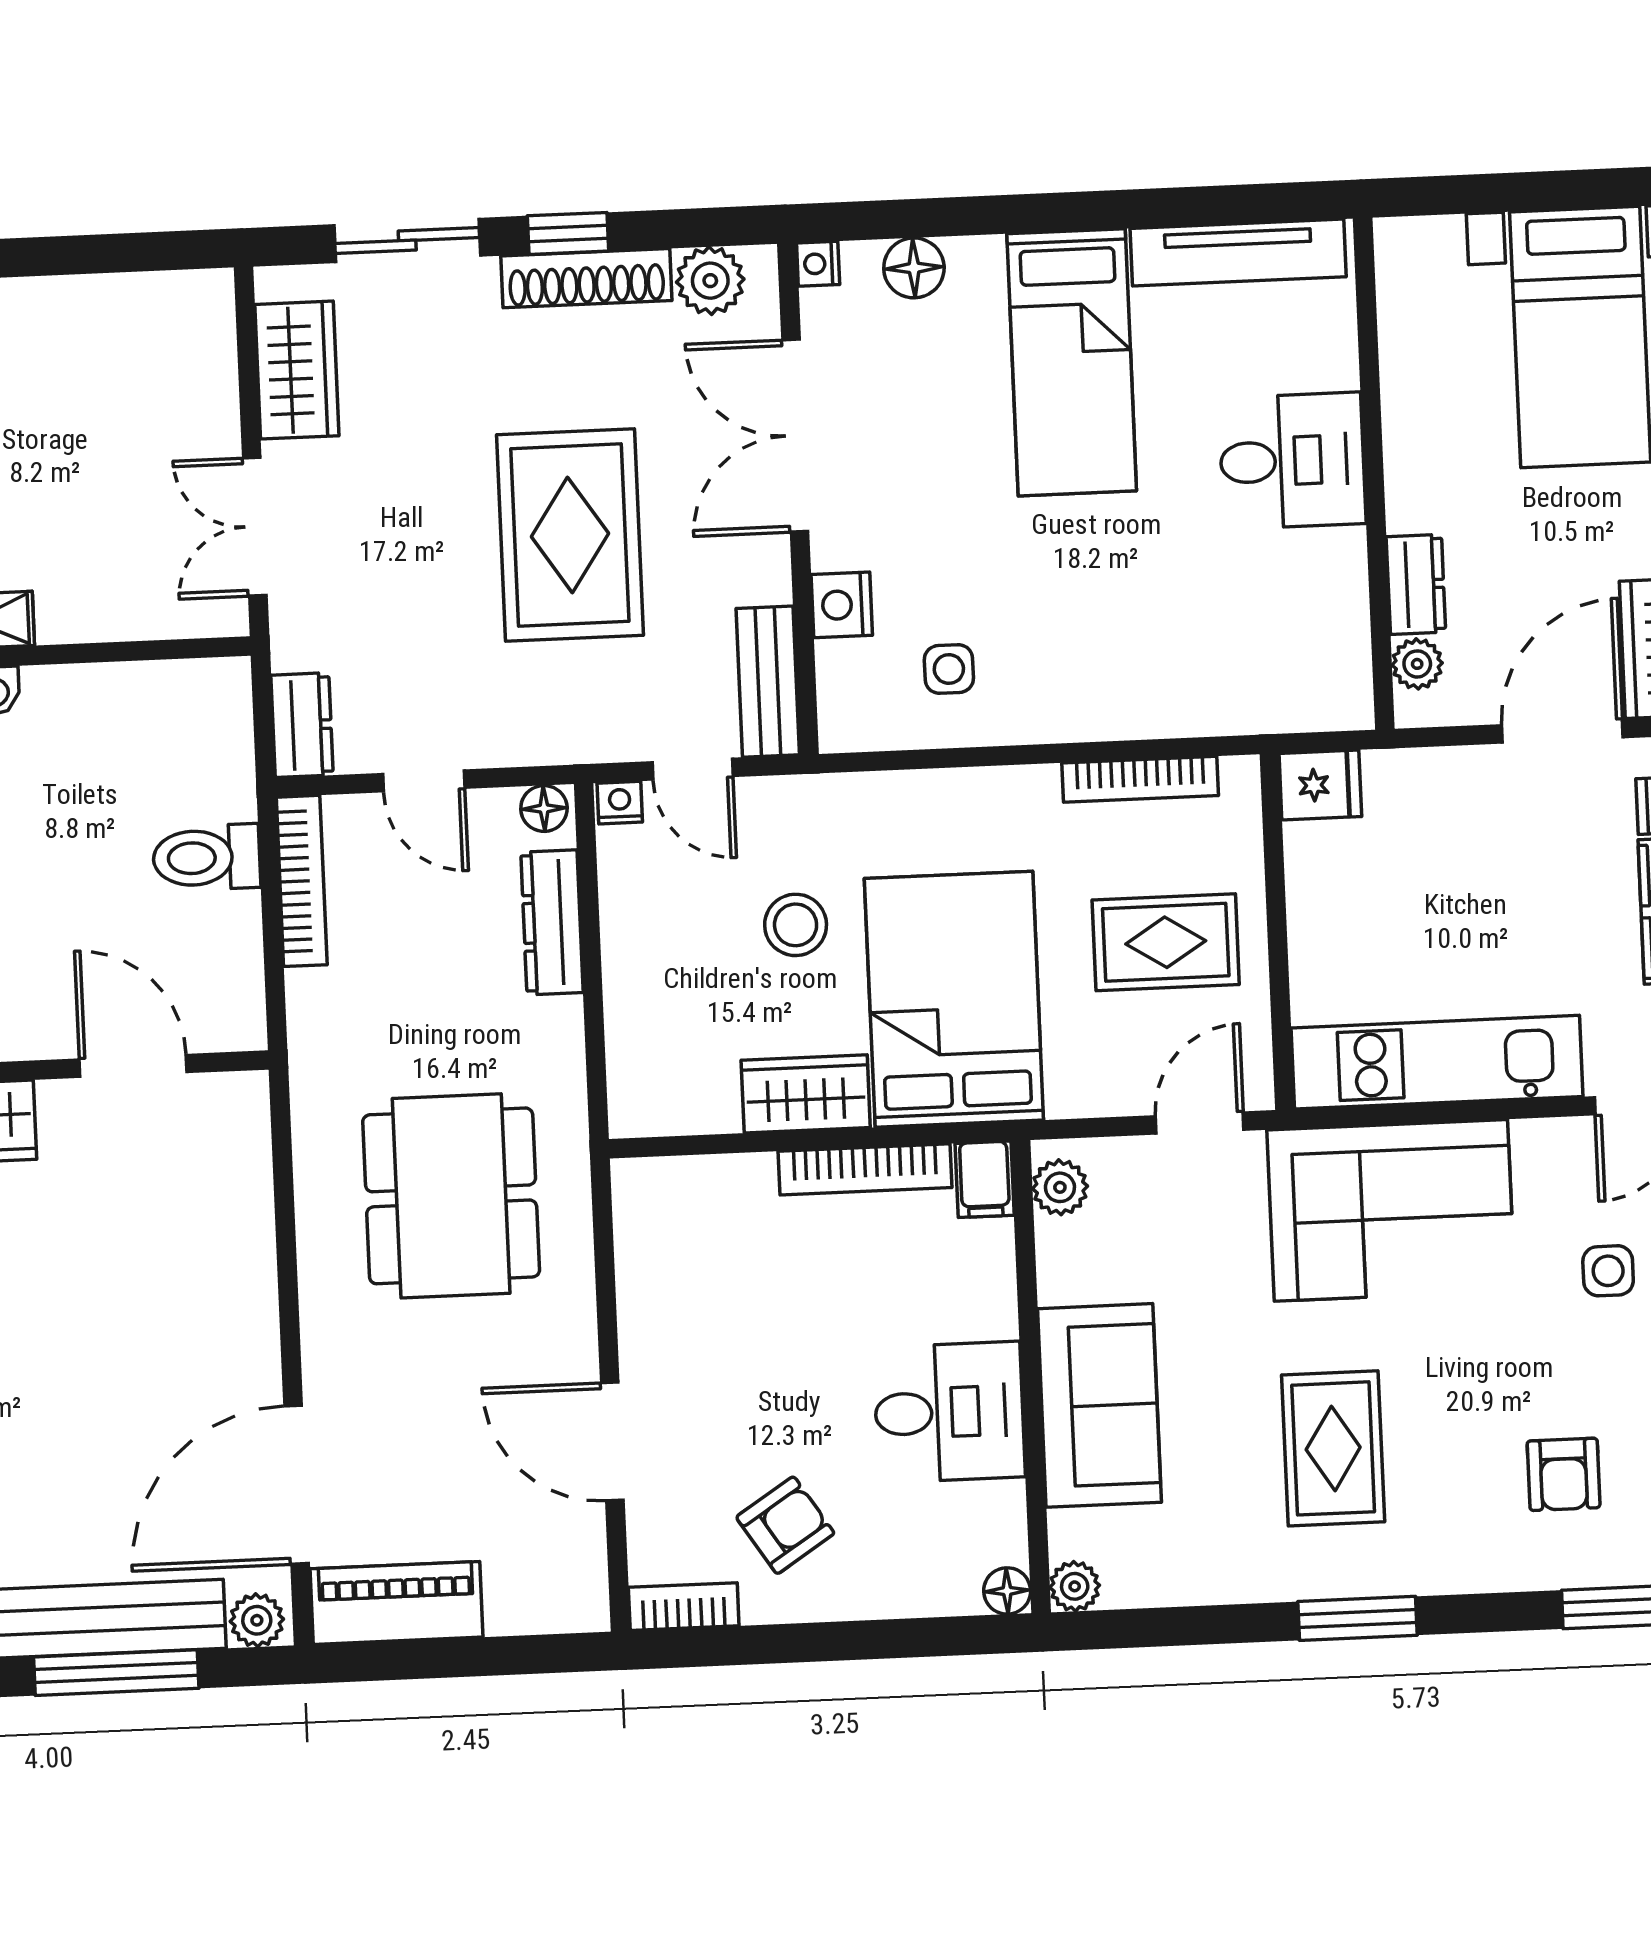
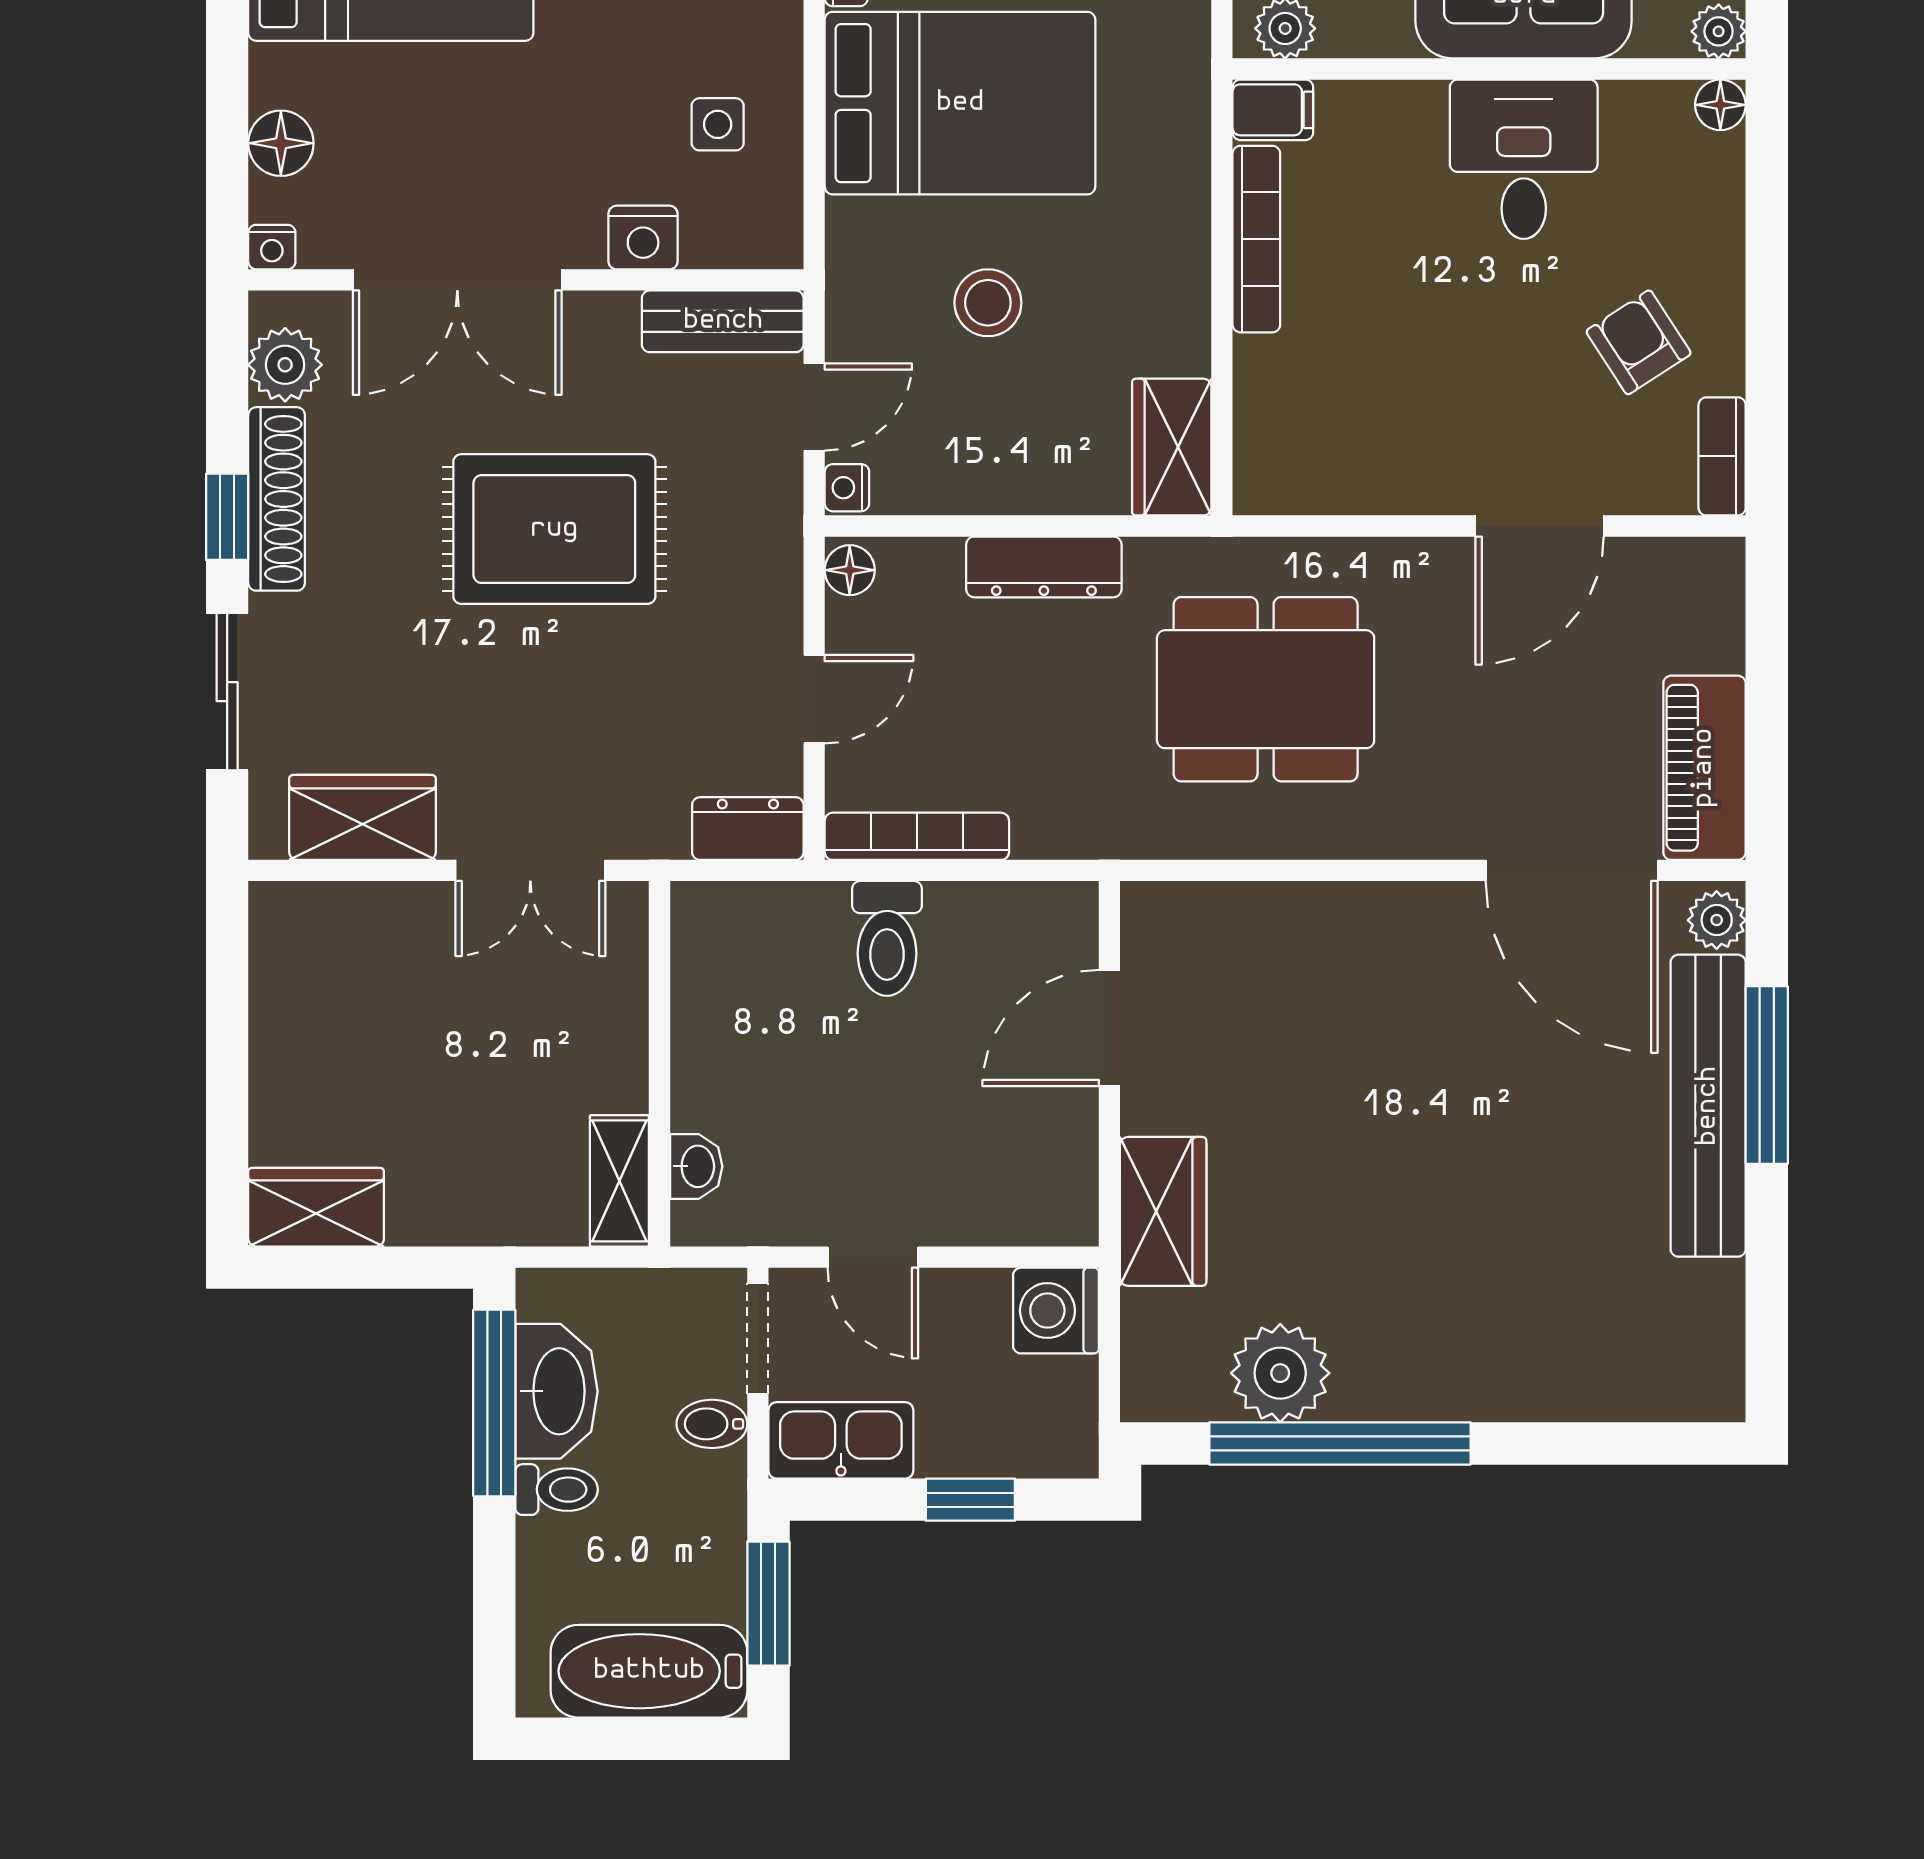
dresser: (552, 922) -> (1044, 567), moved
bed: (954, 999) -> (960, 103), moved, turned 180
wardrobe: (806, 1094) -> (1172, 447), moved

